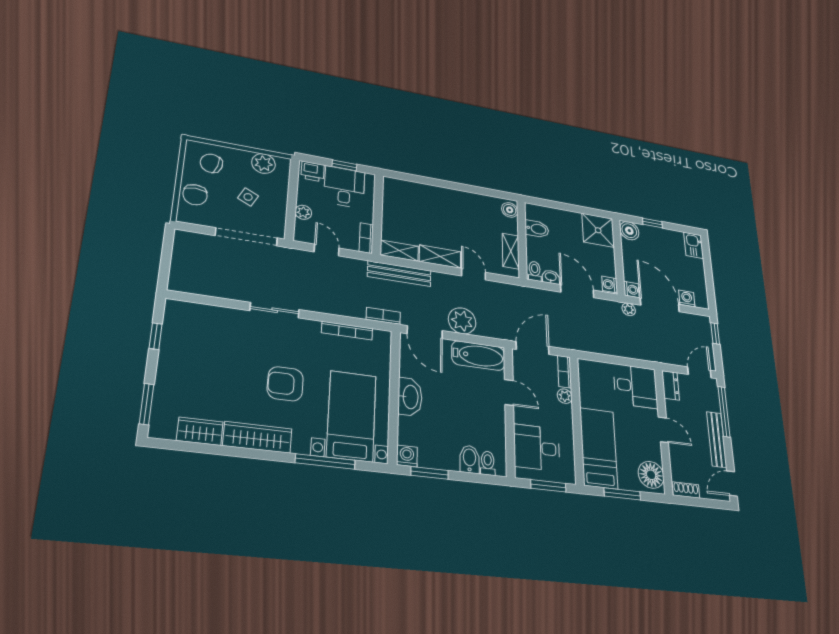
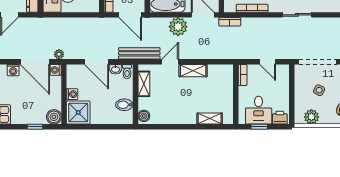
plant: (303, 212) -> (284, 86), removed
shelving: (399, 251) -> (210, 119), moved
bench: (399, 274) -> (139, 53), moved
door: (474, 274) -> (170, 62), swing flipped
washing machine: (610, 284) -> (72, 94), moved
door: (533, 348) -> (130, 15), hinge flipped

